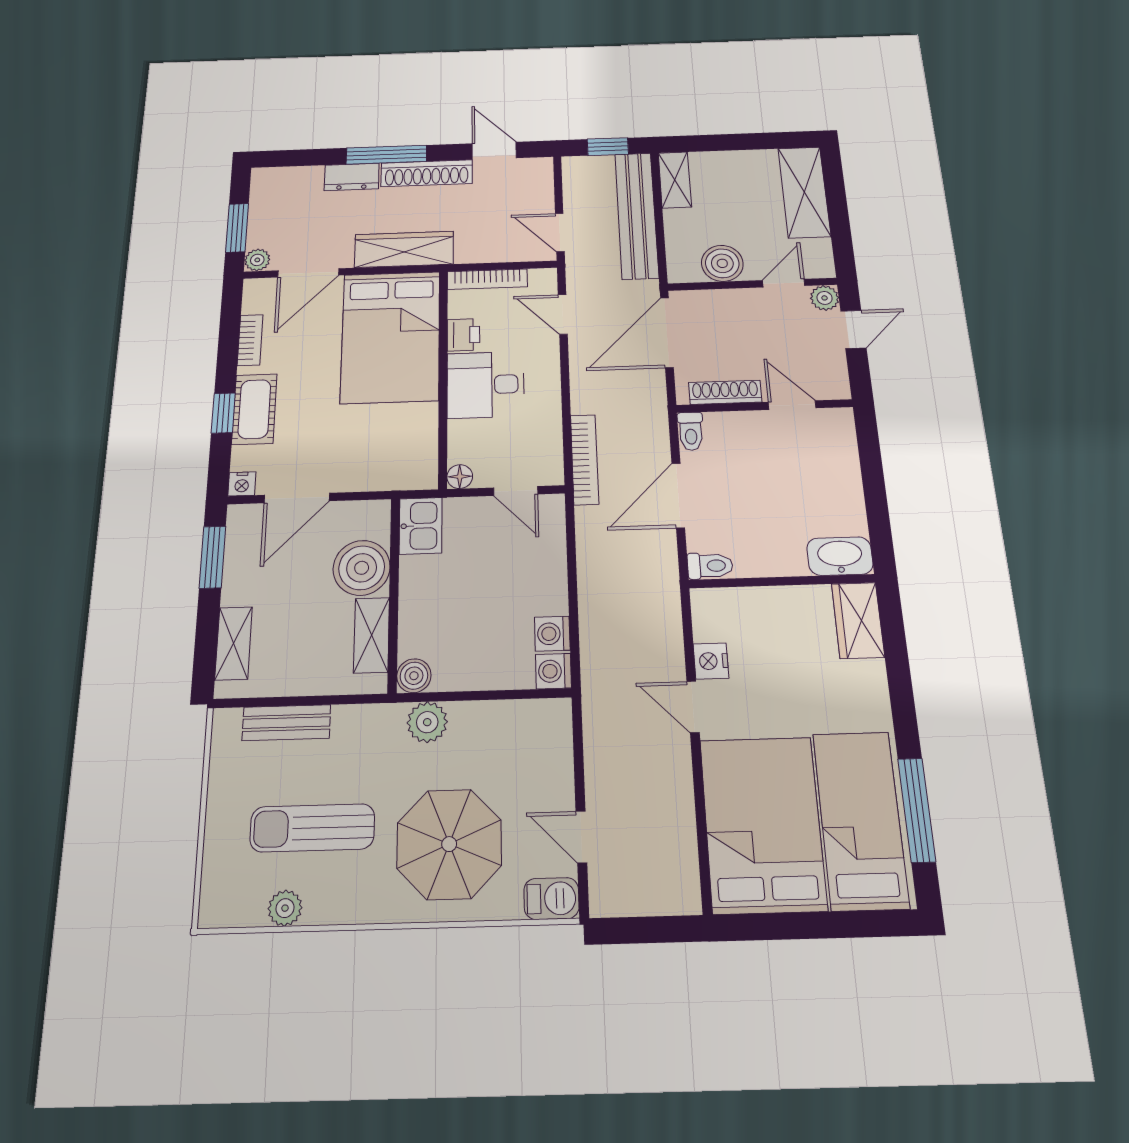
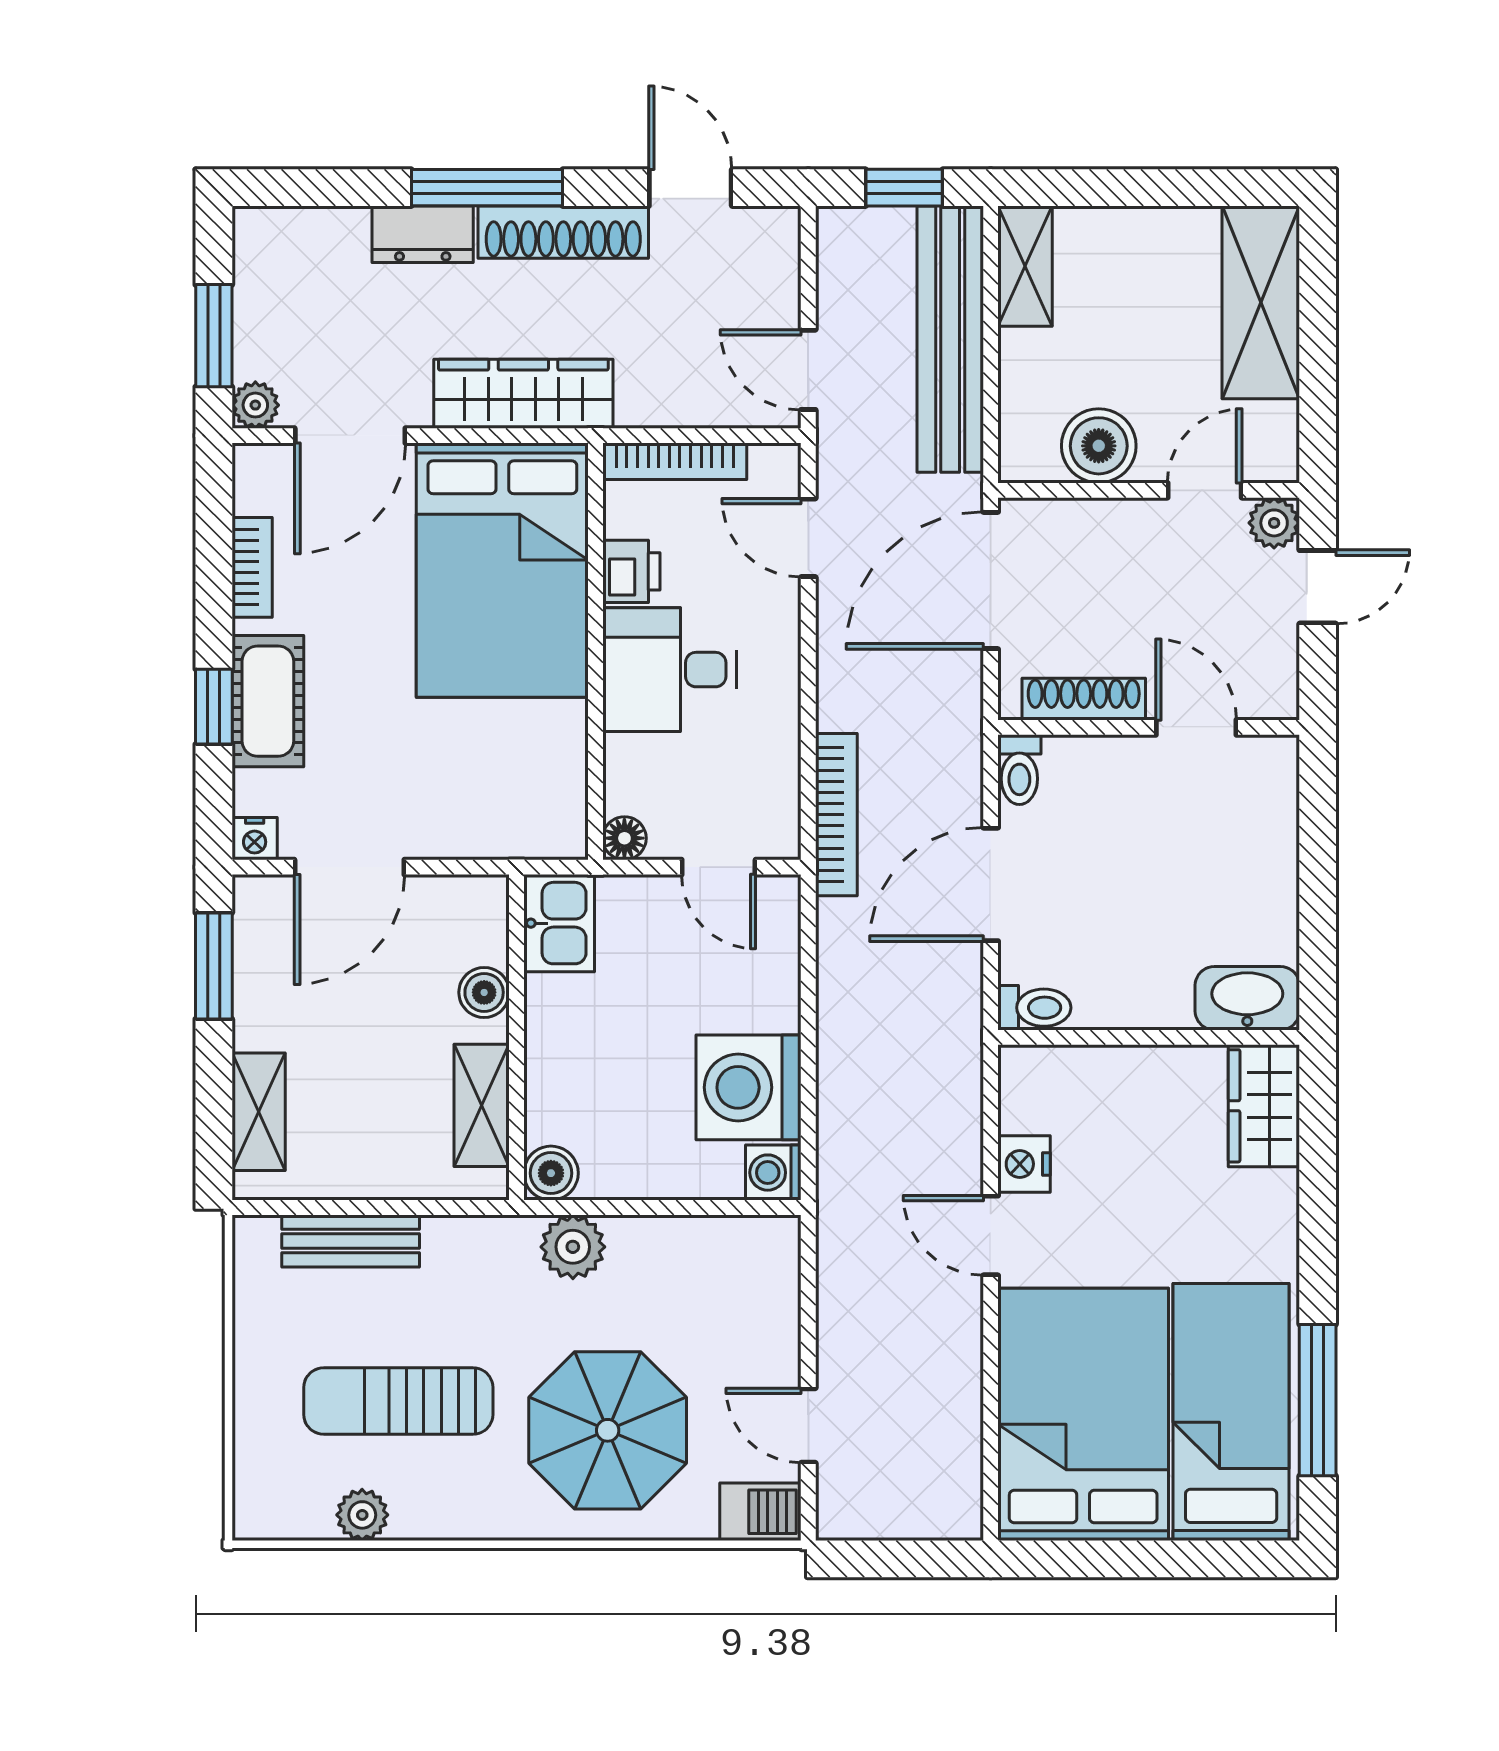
boiler: (362, 568) -> (484, 992), width x0.54, depth x0.54
washing machine: (552, 634) -> (749, 1087), width x1.89, depth x1.89

